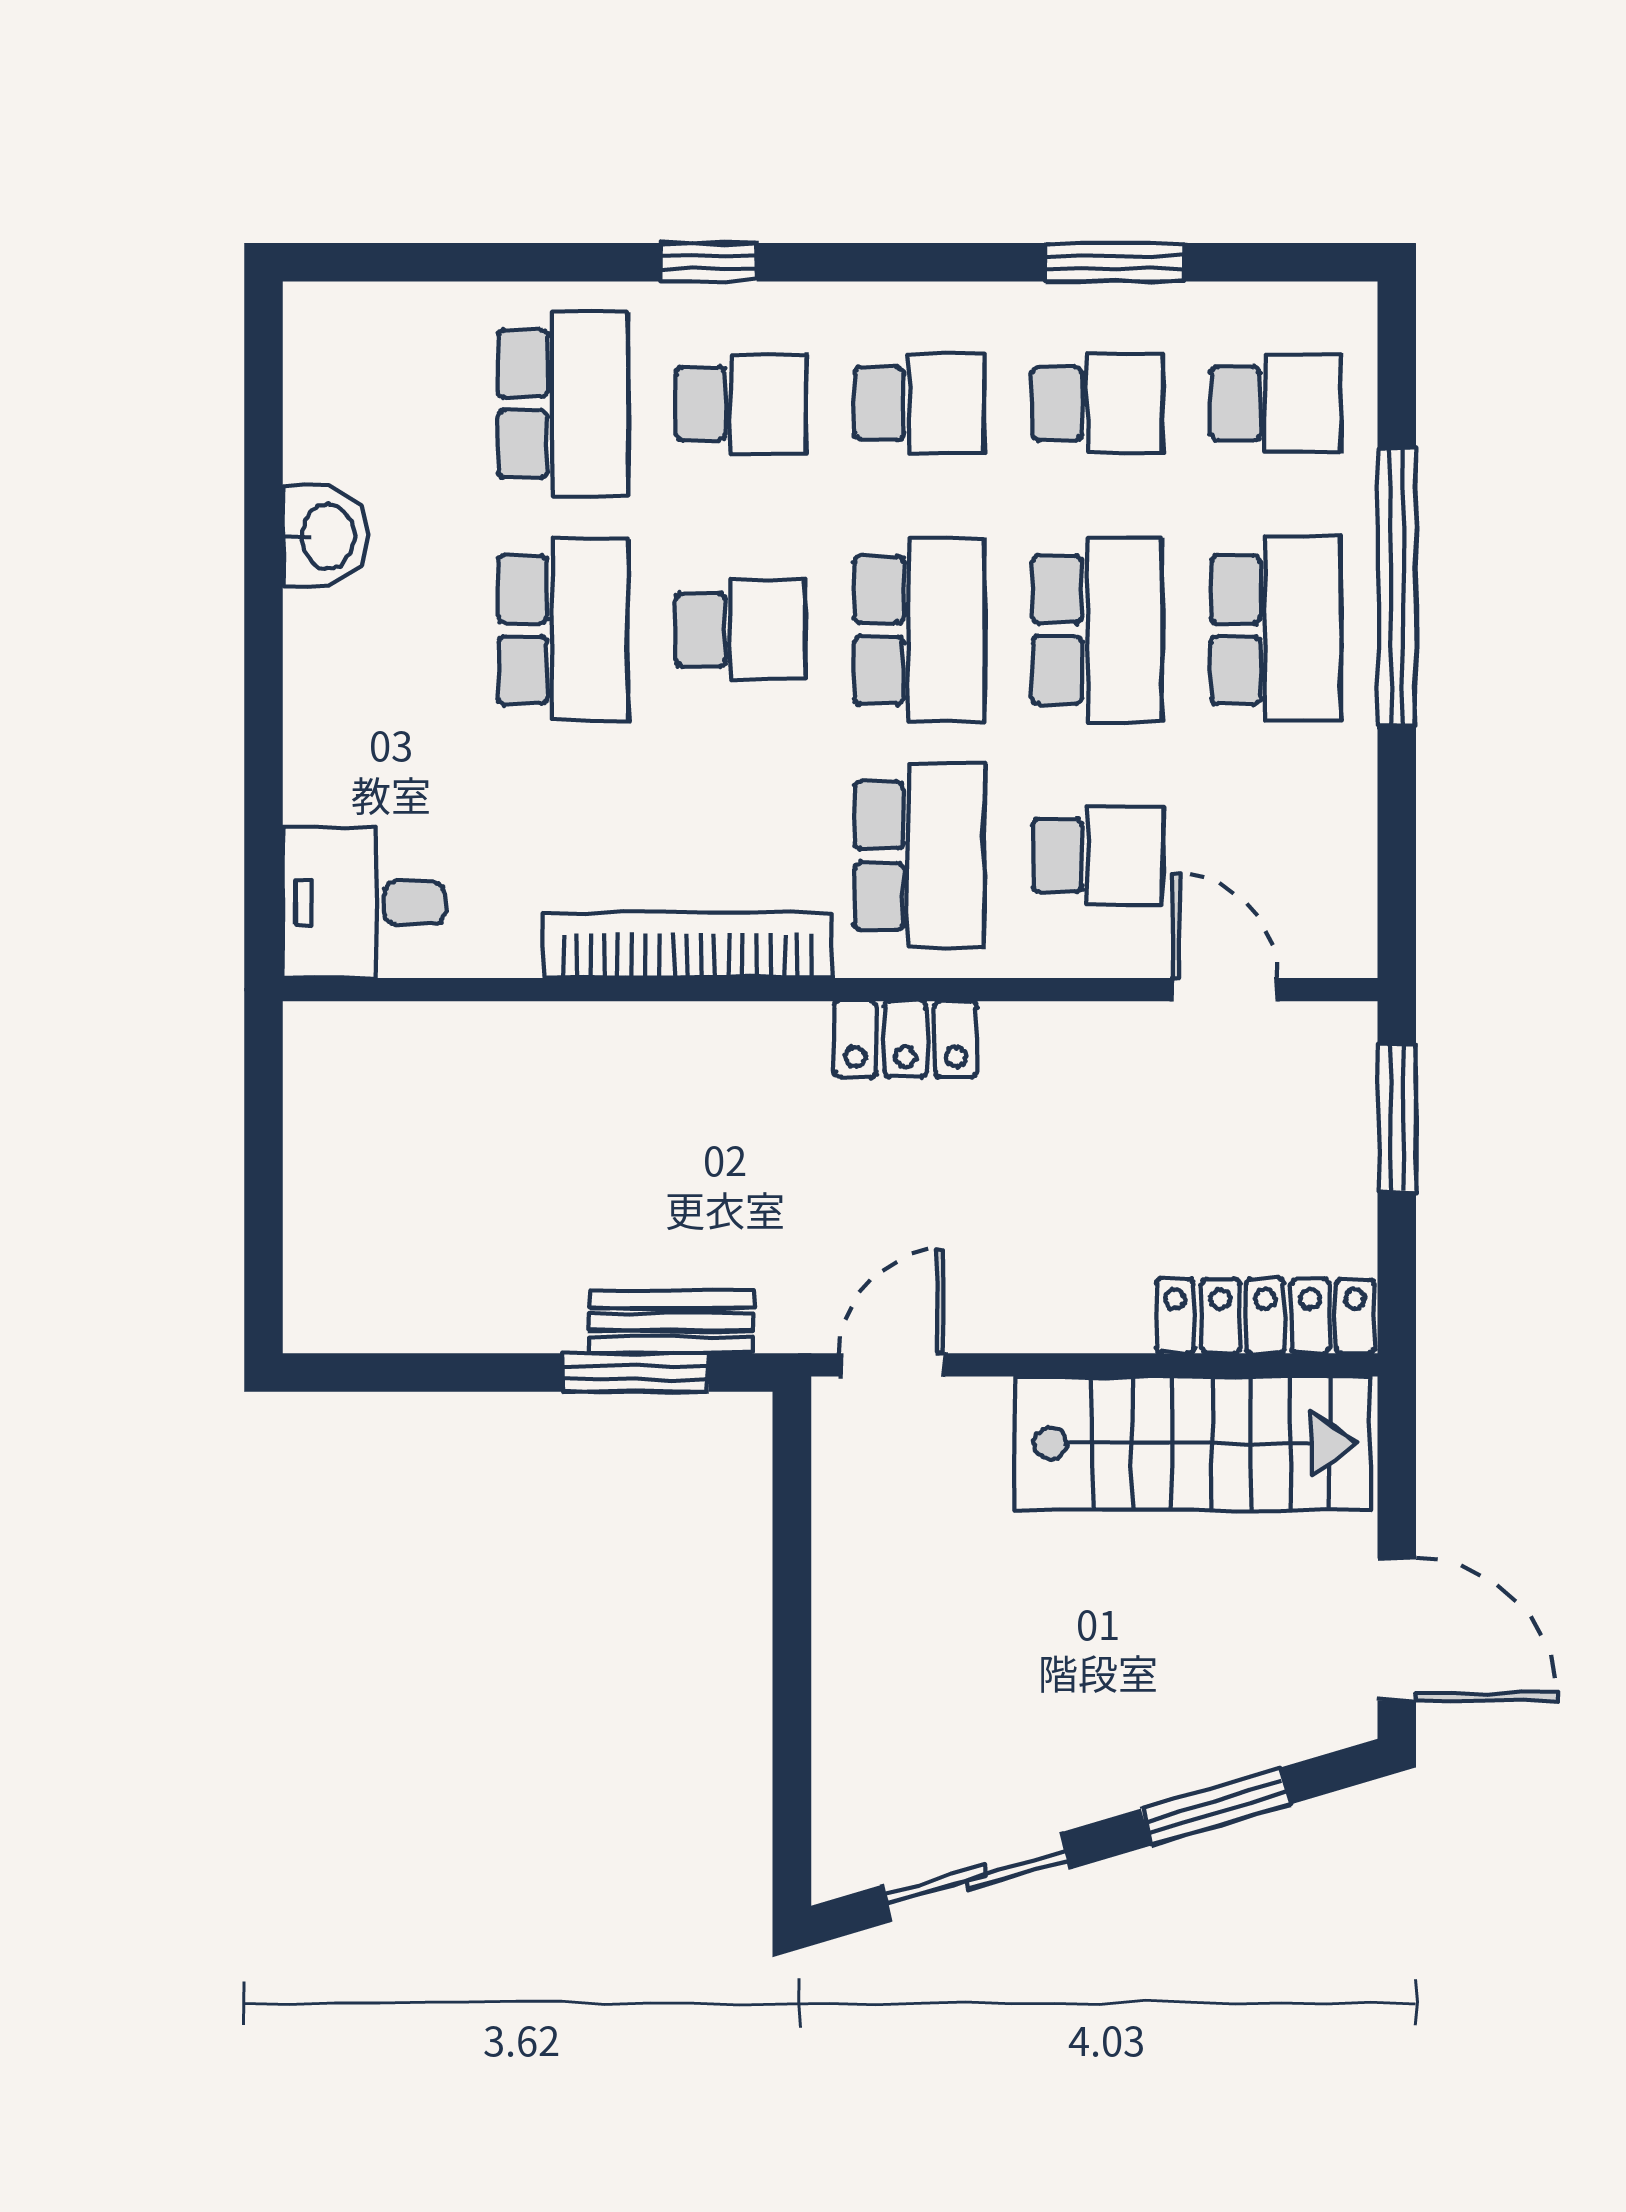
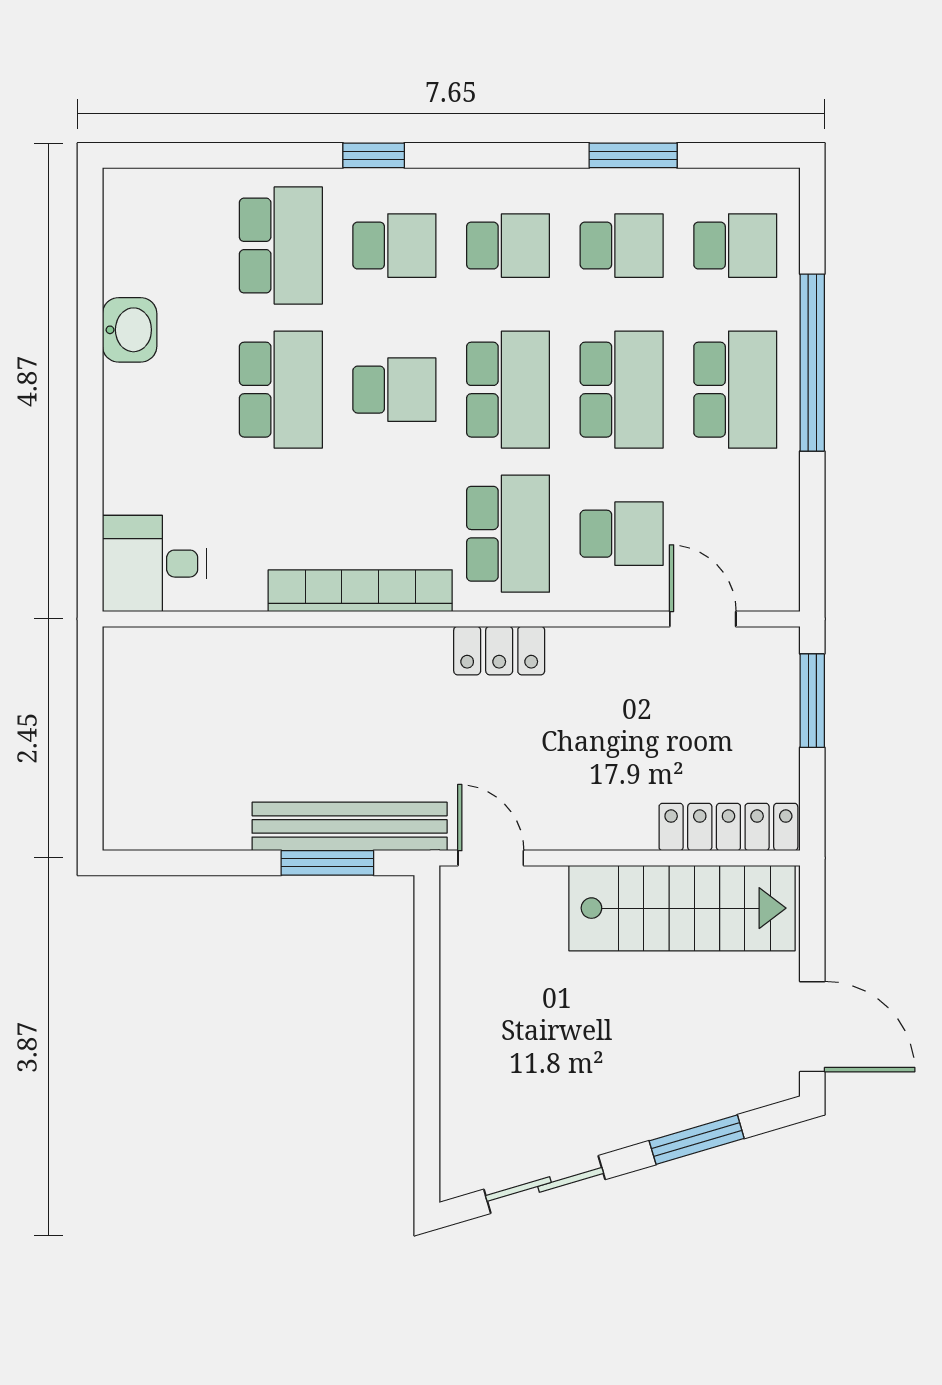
bench: (671, 1322) -> (350, 826), width x1.86, depth x1.21
door: (892, 1365) -> (491, 858), hinge flipped

